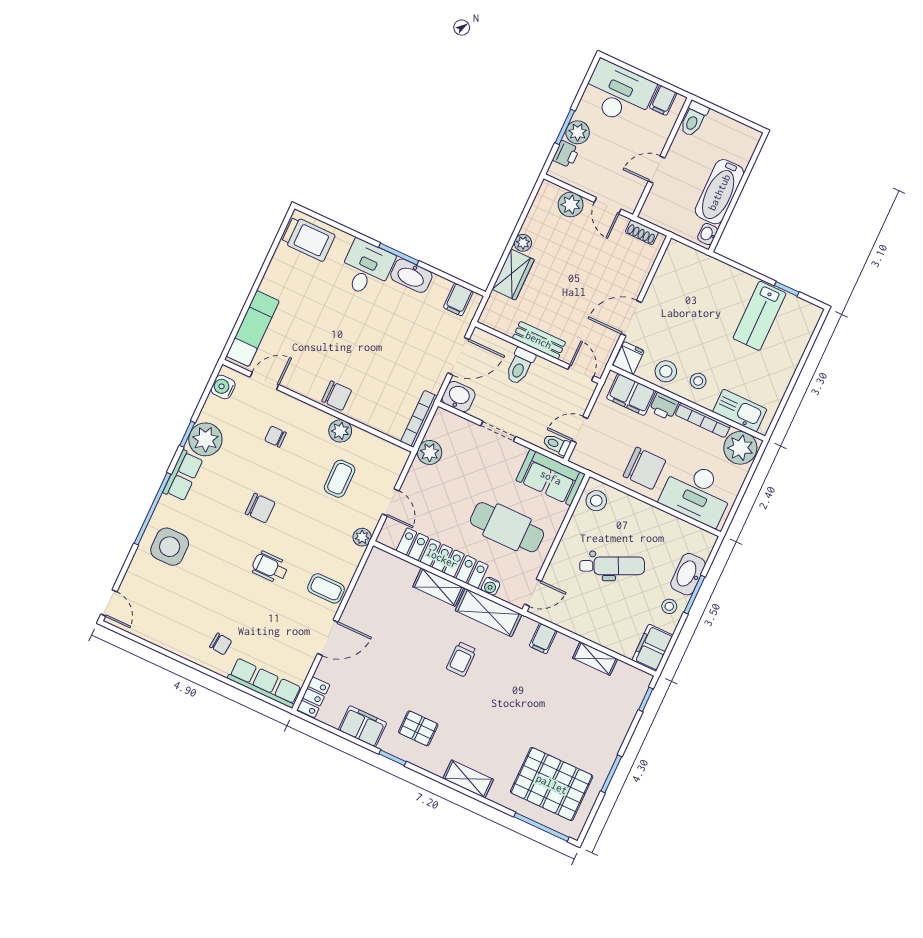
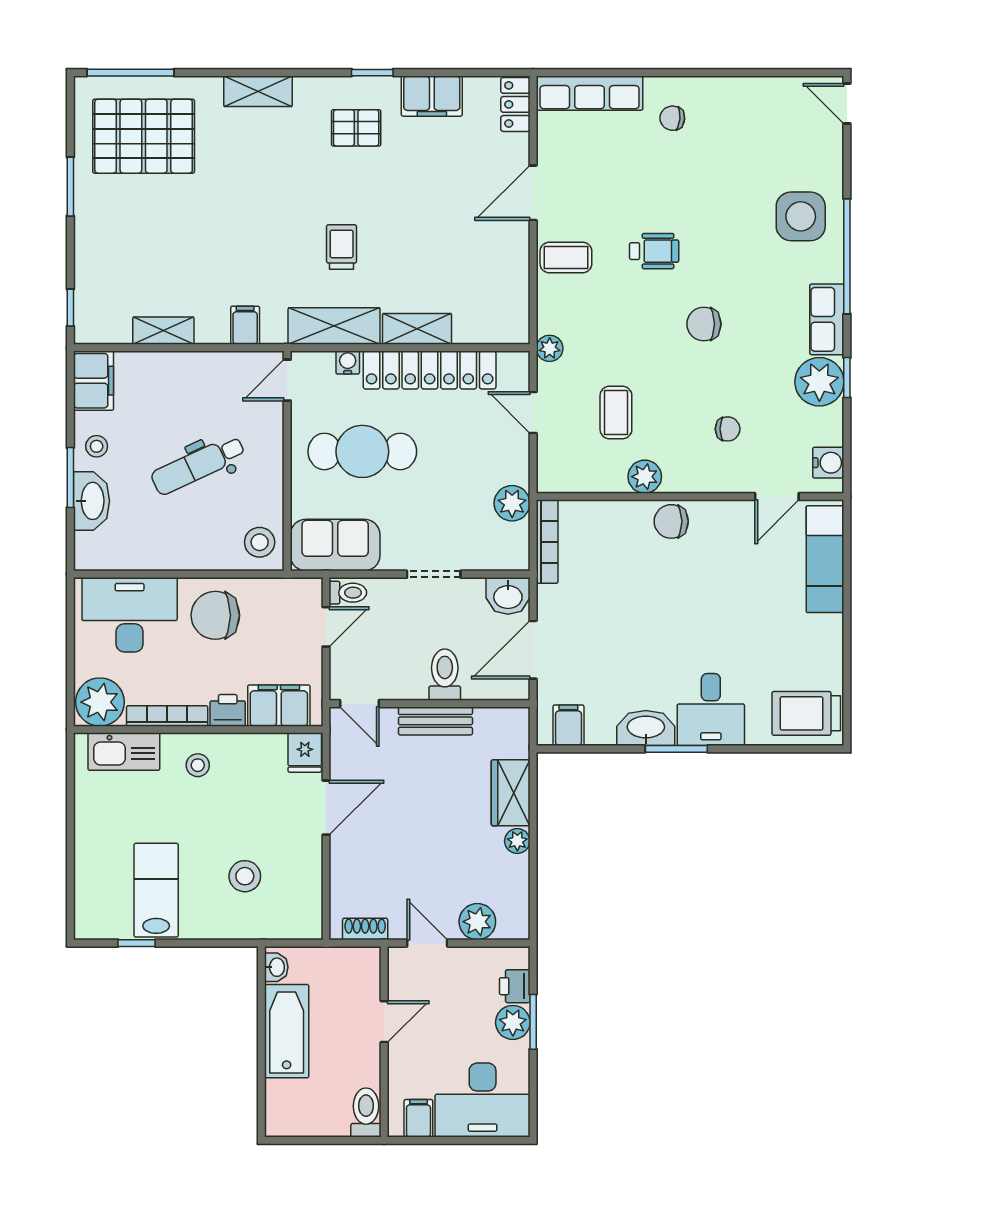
stool: (666, 371) -> (245, 876), moved

